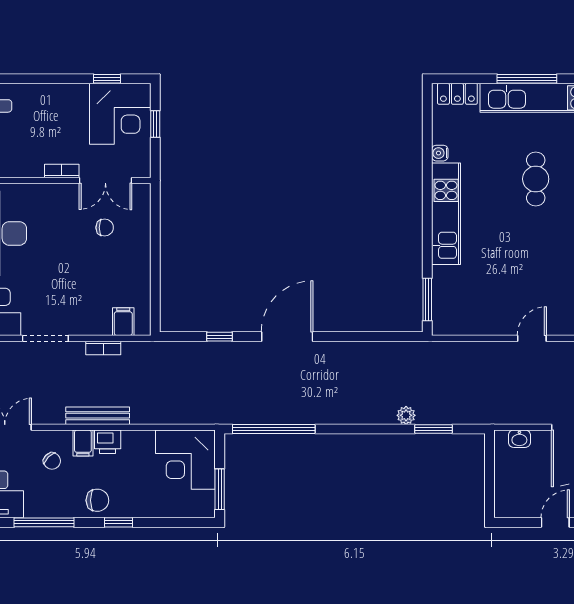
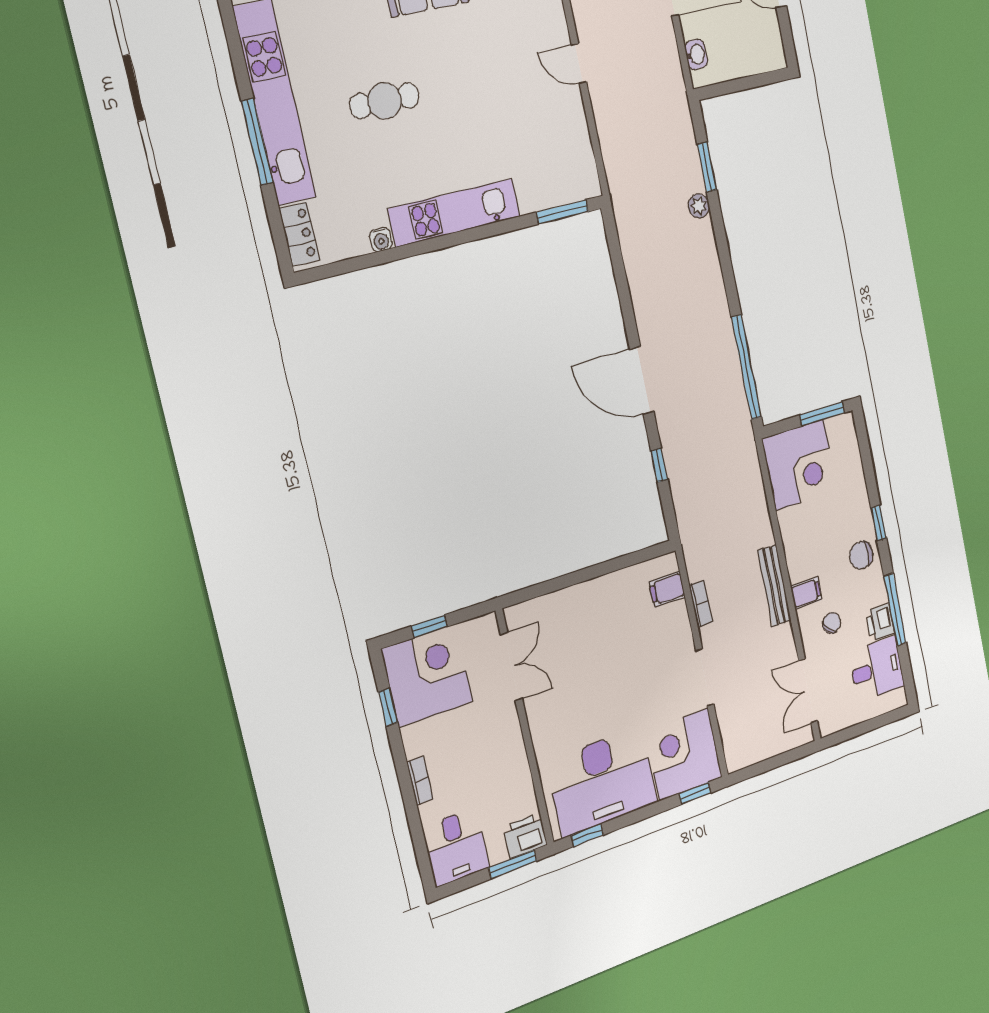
bookcase: (62, 171) -> (420, 781), moved, turned 180
chair: (105, 228) -> (566, 649), removed
printer: (108, 442) -> (880, 622), moved, turned 180
chair: (97, 500) -> (861, 555), turned -90

